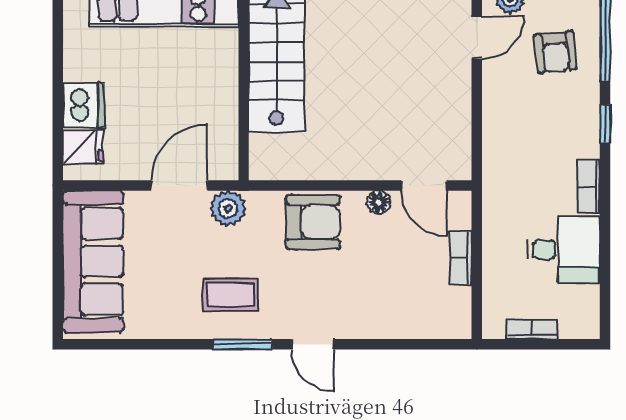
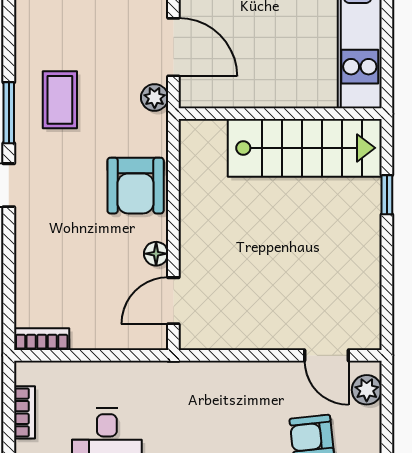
plant: (228, 208) -> (155, 97), width x0.73, depth x0.73
bookcase: (461, 258) -> (42, 339), moved

